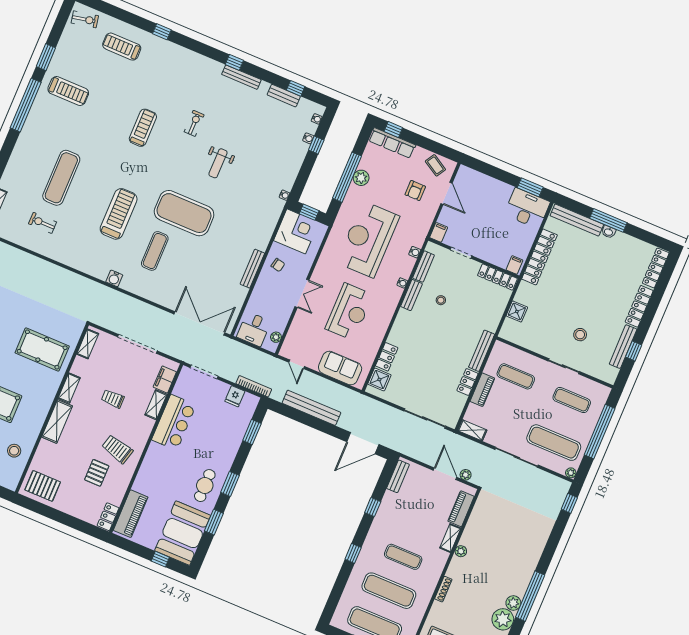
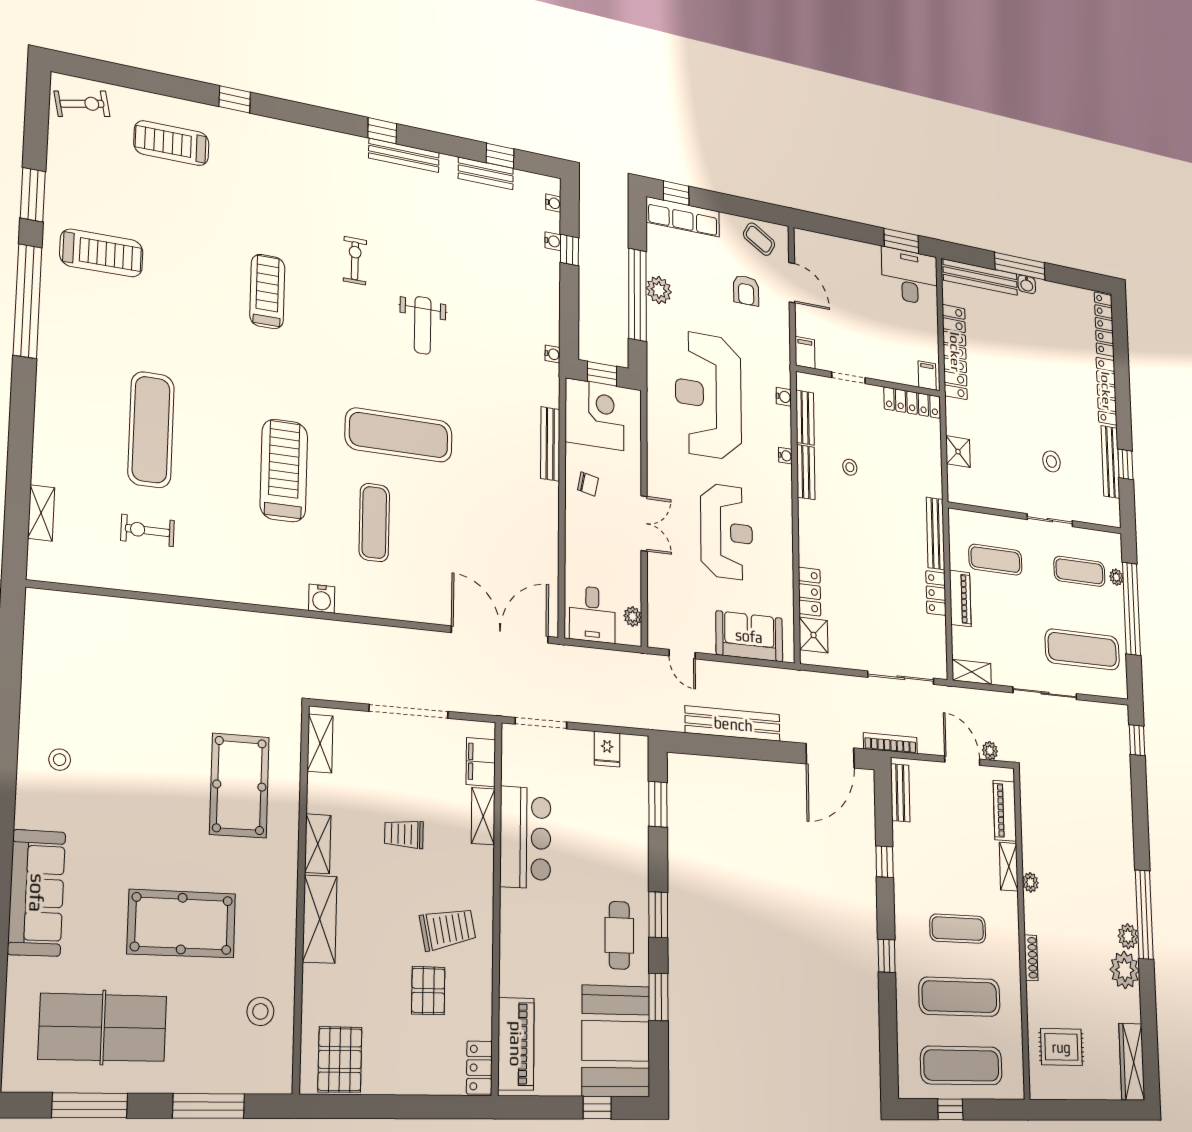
exercise mat: (184, 213) -> (399, 435), width x0.68
bench: (252, 269) -> (550, 444), moved
pool table: (42, 349) -> (239, 786), turned 90
bookcase: (254, 386) -> (890, 743), moved
trolley: (117, 449) -> (448, 929), turned 153
plant: (571, 473) -> (1116, 577), moved
pallet: (43, 486) -> (340, 1059), turned 90

